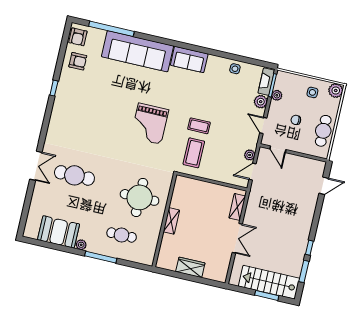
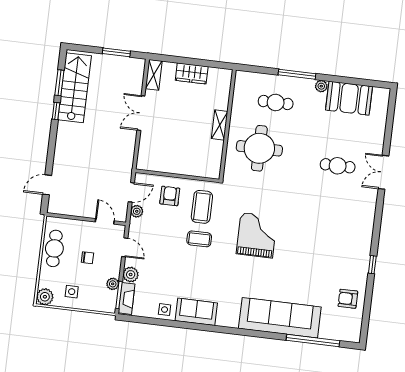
armchair: (78, 37) -> (170, 196), moved
sofa: (189, 59) -> (196, 312), moved
cafe table: (74, 175) -> (338, 166), width x0.73, depth x0.74
shelving: (237, 207) -> (154, 75), moved
stairs: (269, 282) -> (75, 88), moved, turned -90
window: (267, 295) -> (116, 52), moved

